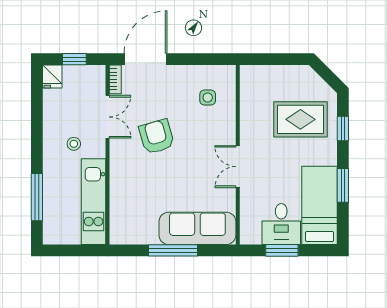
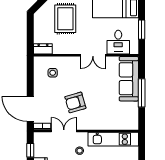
dresser: (249, 81) -> (43, 49), added
desk: (281, 224) -> (118, 42), moved, turned 90

